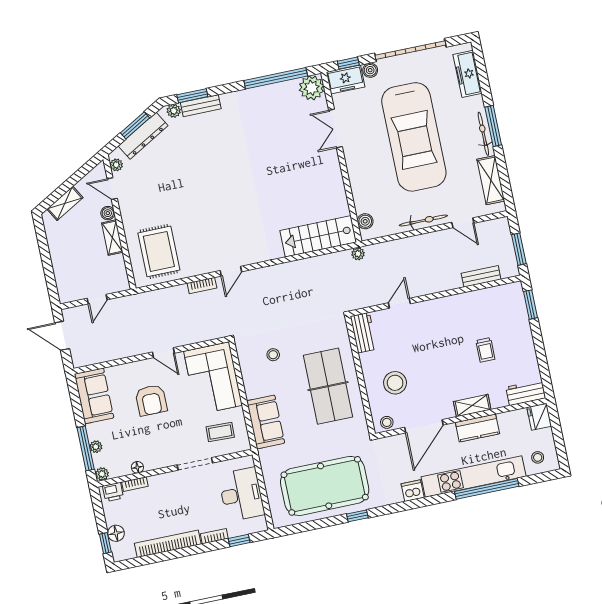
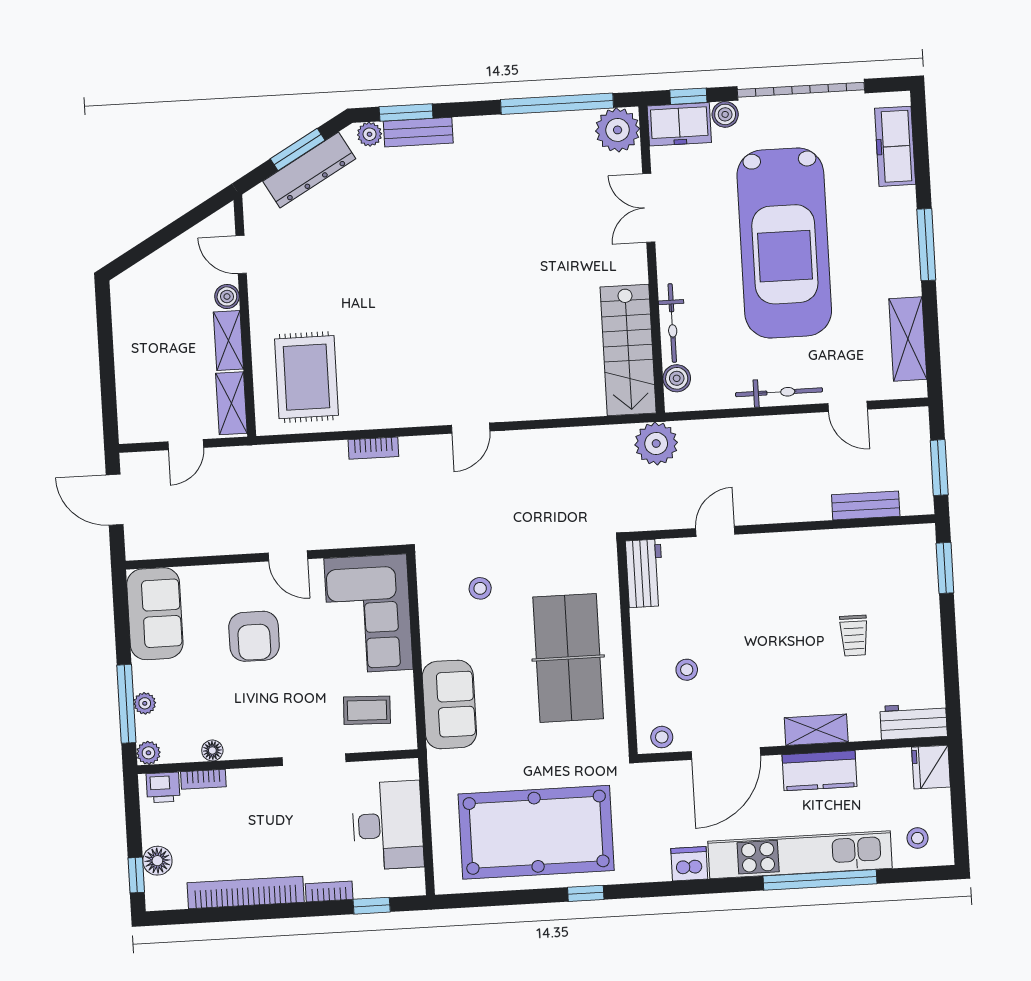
bicycle: (483, 134) -> (672, 323), moved, turned 180
plant: (116, 165) -> (255, 214), removed
shelving: (65, 203) -> (231, 403), moved, turned -60
stairs: (318, 236) -> (628, 350), moved, turned -90
plant: (358, 254) -> (656, 444), width x1.87, depth x1.87
door: (231, 271) -> (471, 428), moved
stool: (395, 383) -> (687, 670), width x0.53, depth x0.53

